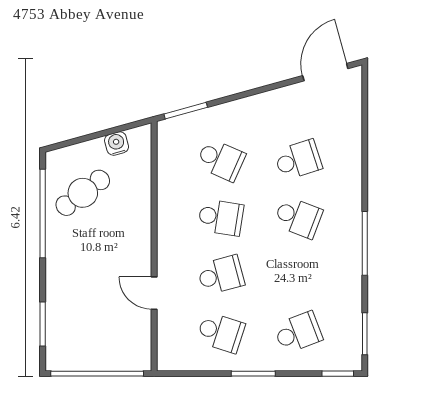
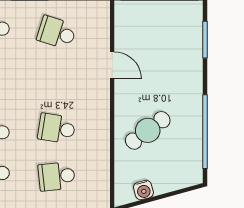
school desk: (221, 160) -> (57, 176), turned -30
cafe table: (83, 193) -> (148, 130), moved
school desk: (221, 275) -> (57, 80), removed

